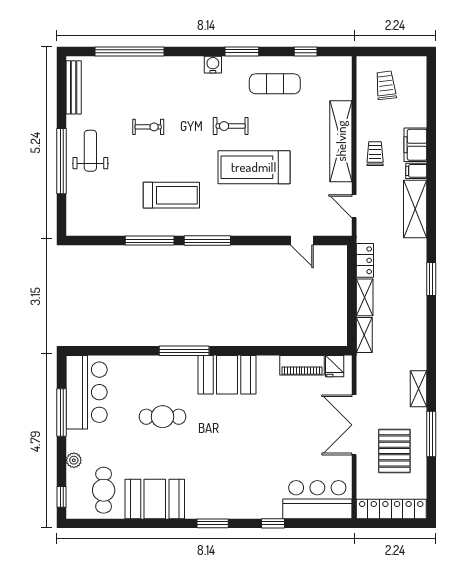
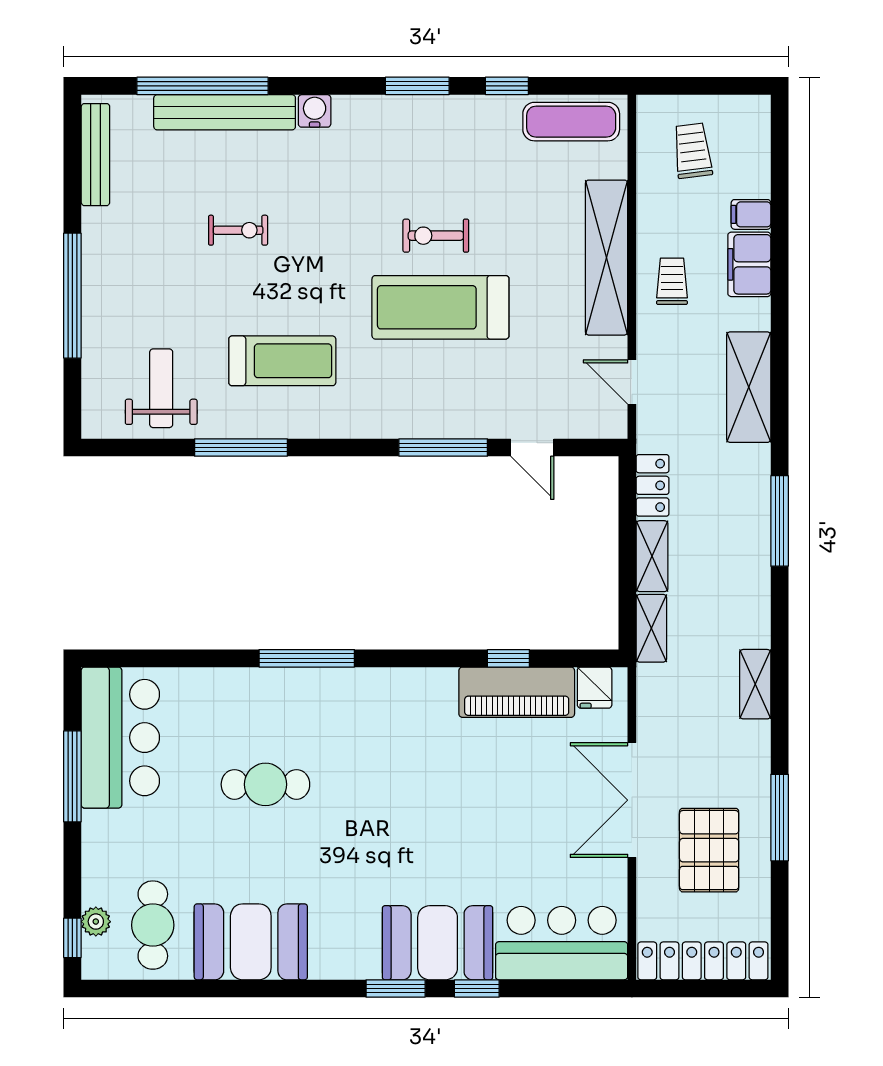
window: (306, 51) -> (507, 86), moved
bench: (141, 65) -> (225, 112), added
water cooler: (213, 65) -> (315, 111), moved
exercise mat: (275, 84) -> (571, 122), moved
exercise bike: (231, 126) -> (436, 236), moved
weight bench: (90, 151) -> (161, 388), moved
filing cabinet: (416, 171) -> (751, 214), moved
window: (207, 241) -> (443, 447), moved
window: (431, 279) -> (780, 521), width x1.44
window: (290, 351) -> (508, 658), added
piano: (302, 365) -> (517, 692), width x1.37, depth x1.33
booth: (227, 375) -> (438, 943), moved
shelving: (419, 389) -> (755, 684), moved
plant: (74, 460) -> (96, 922), moved
window: (213, 523) -> (396, 989), moved

